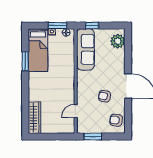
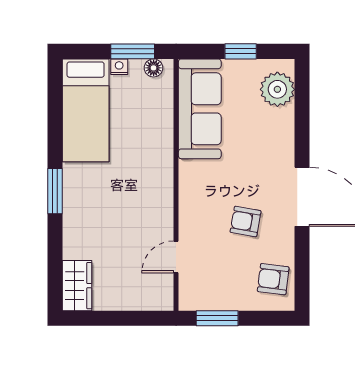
window: (92, 26) -> (241, 51), moved
window: (25, 61) -> (55, 191), moved
wardrobe: (34, 118) -> (77, 286), width x0.67

